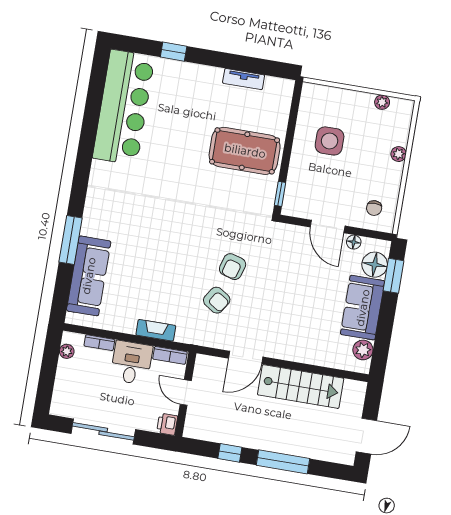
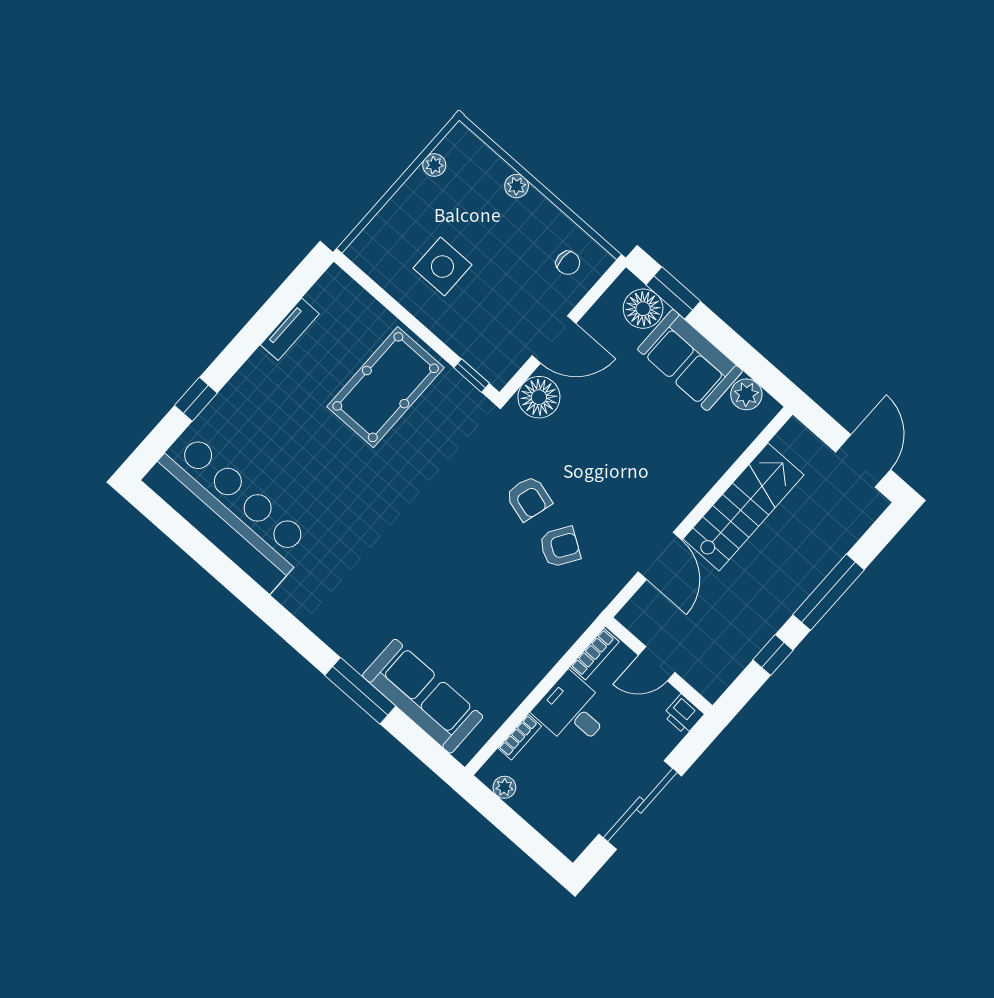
floor lamp: (354, 242) -> (539, 397), moved, width x1.89, depth x1.89
fireplace: (156, 330) -> (550, 652), removed

